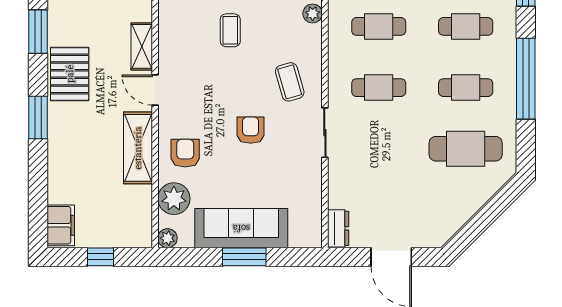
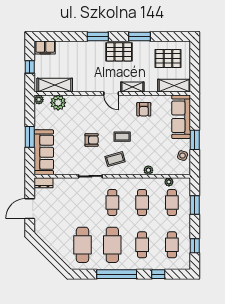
coffee table: (230, 30) -> (122, 137), moved
cafe table: (466, 88) -> (112, 245), width x1.37, depth x1.35
door: (155, 90) -> (111, 94), swing flipped
shelving: (138, 148) -> (55, 85), moved
armchair: (185, 153) -> (144, 109), moved, turned 90
sofa: (241, 228) -> (44, 152), moved

